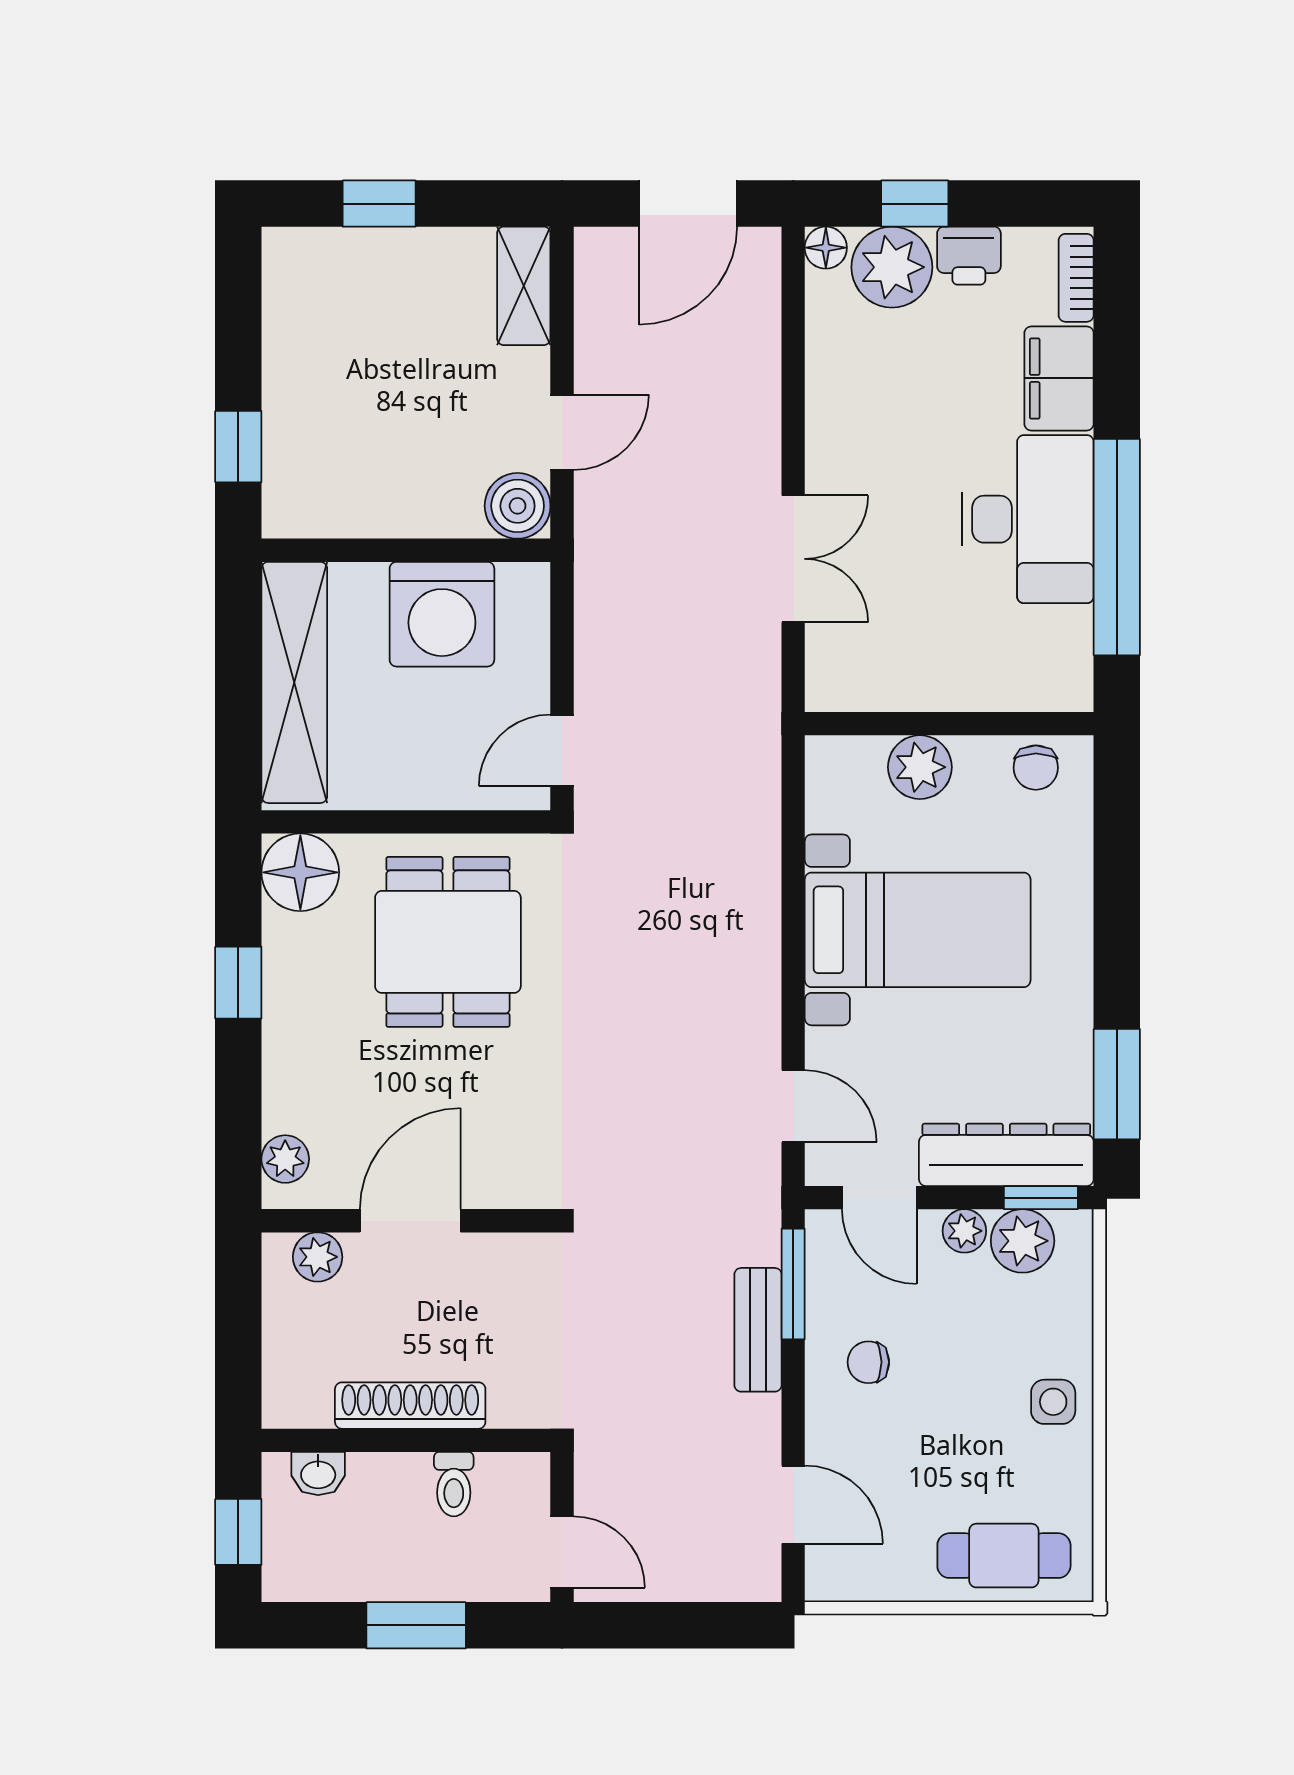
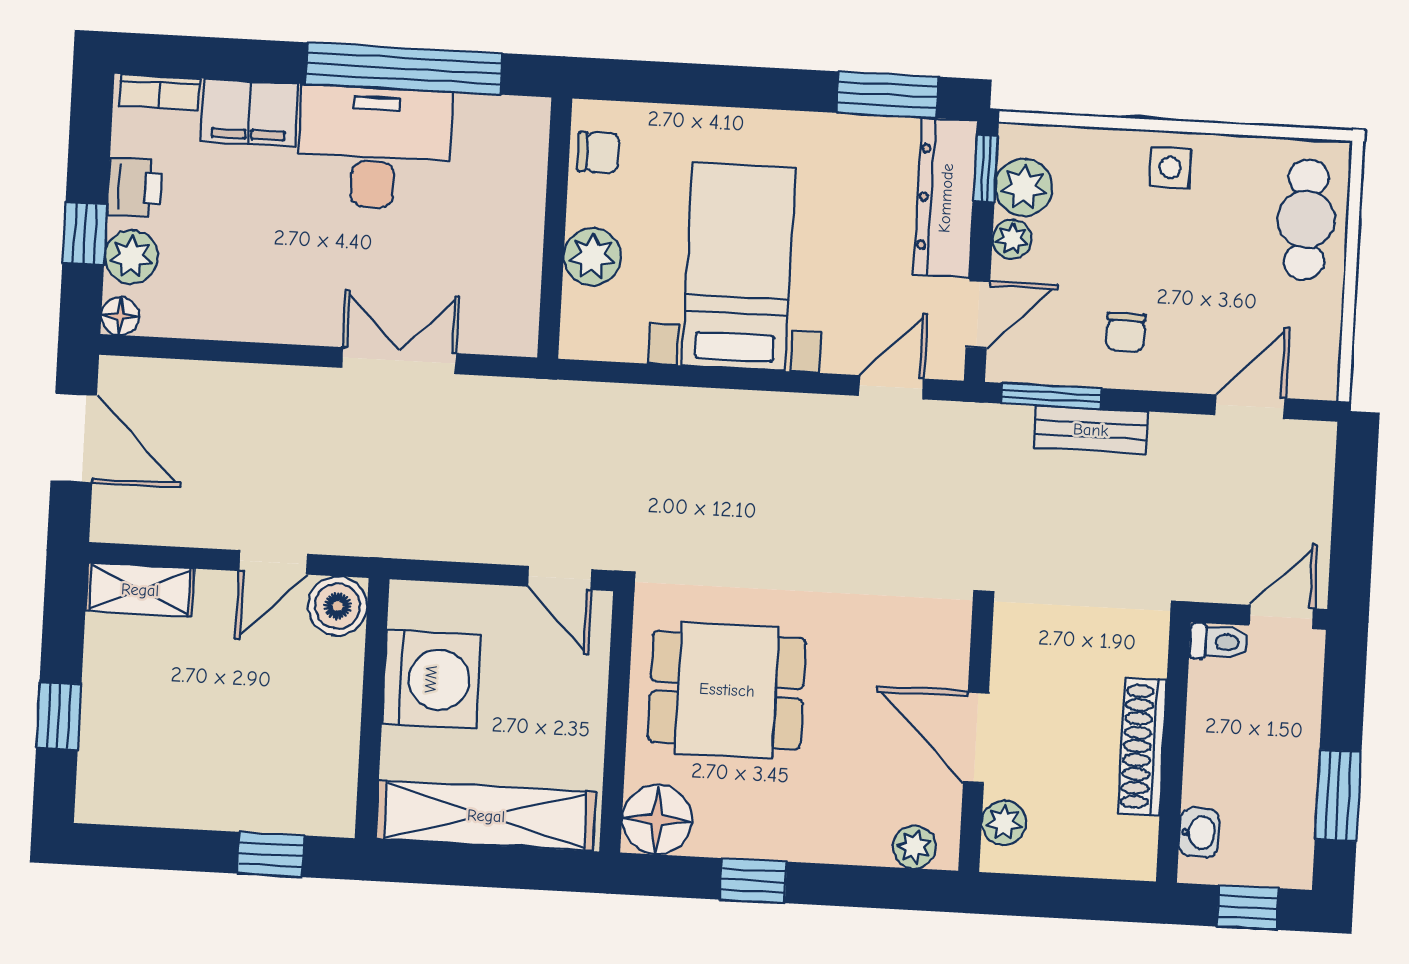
plant: (892, 267) -> (131, 257), width x0.73, depth x0.73
door: (562, 432) -> (274, 562), swing flipped
toilet: (454, 1484) -> (1219, 642), moved
window: (416, 1625) -> (1338, 795), moved

